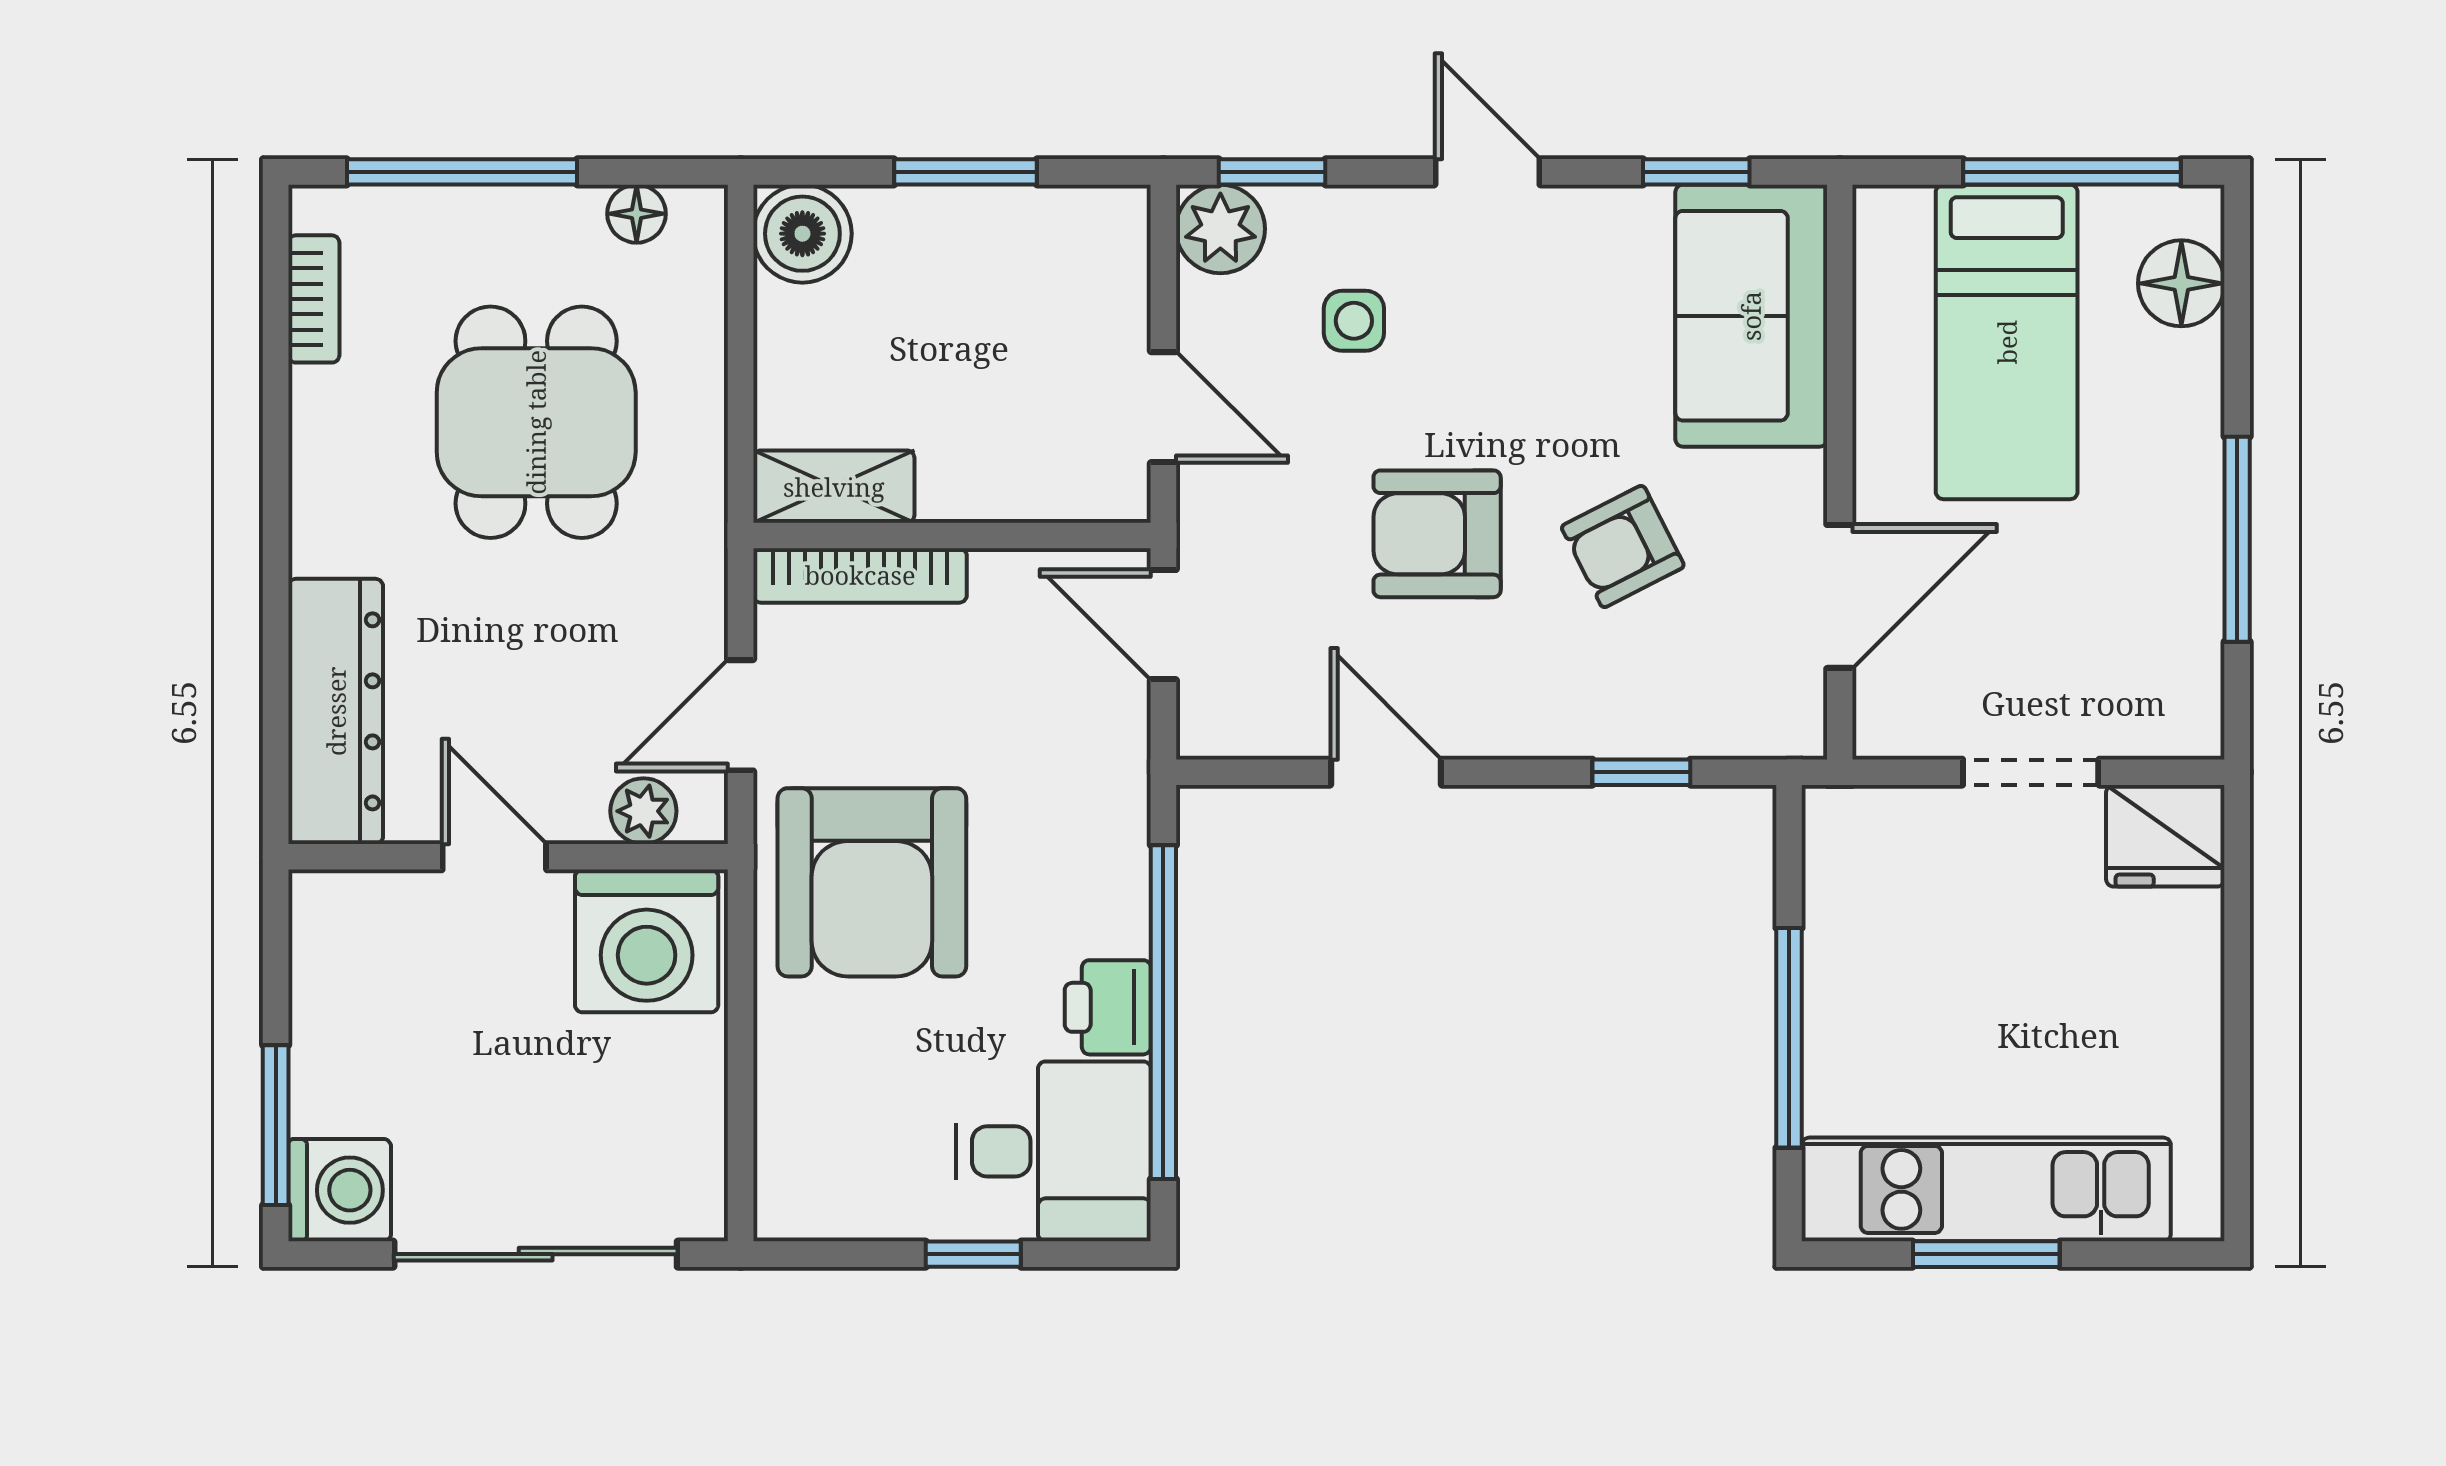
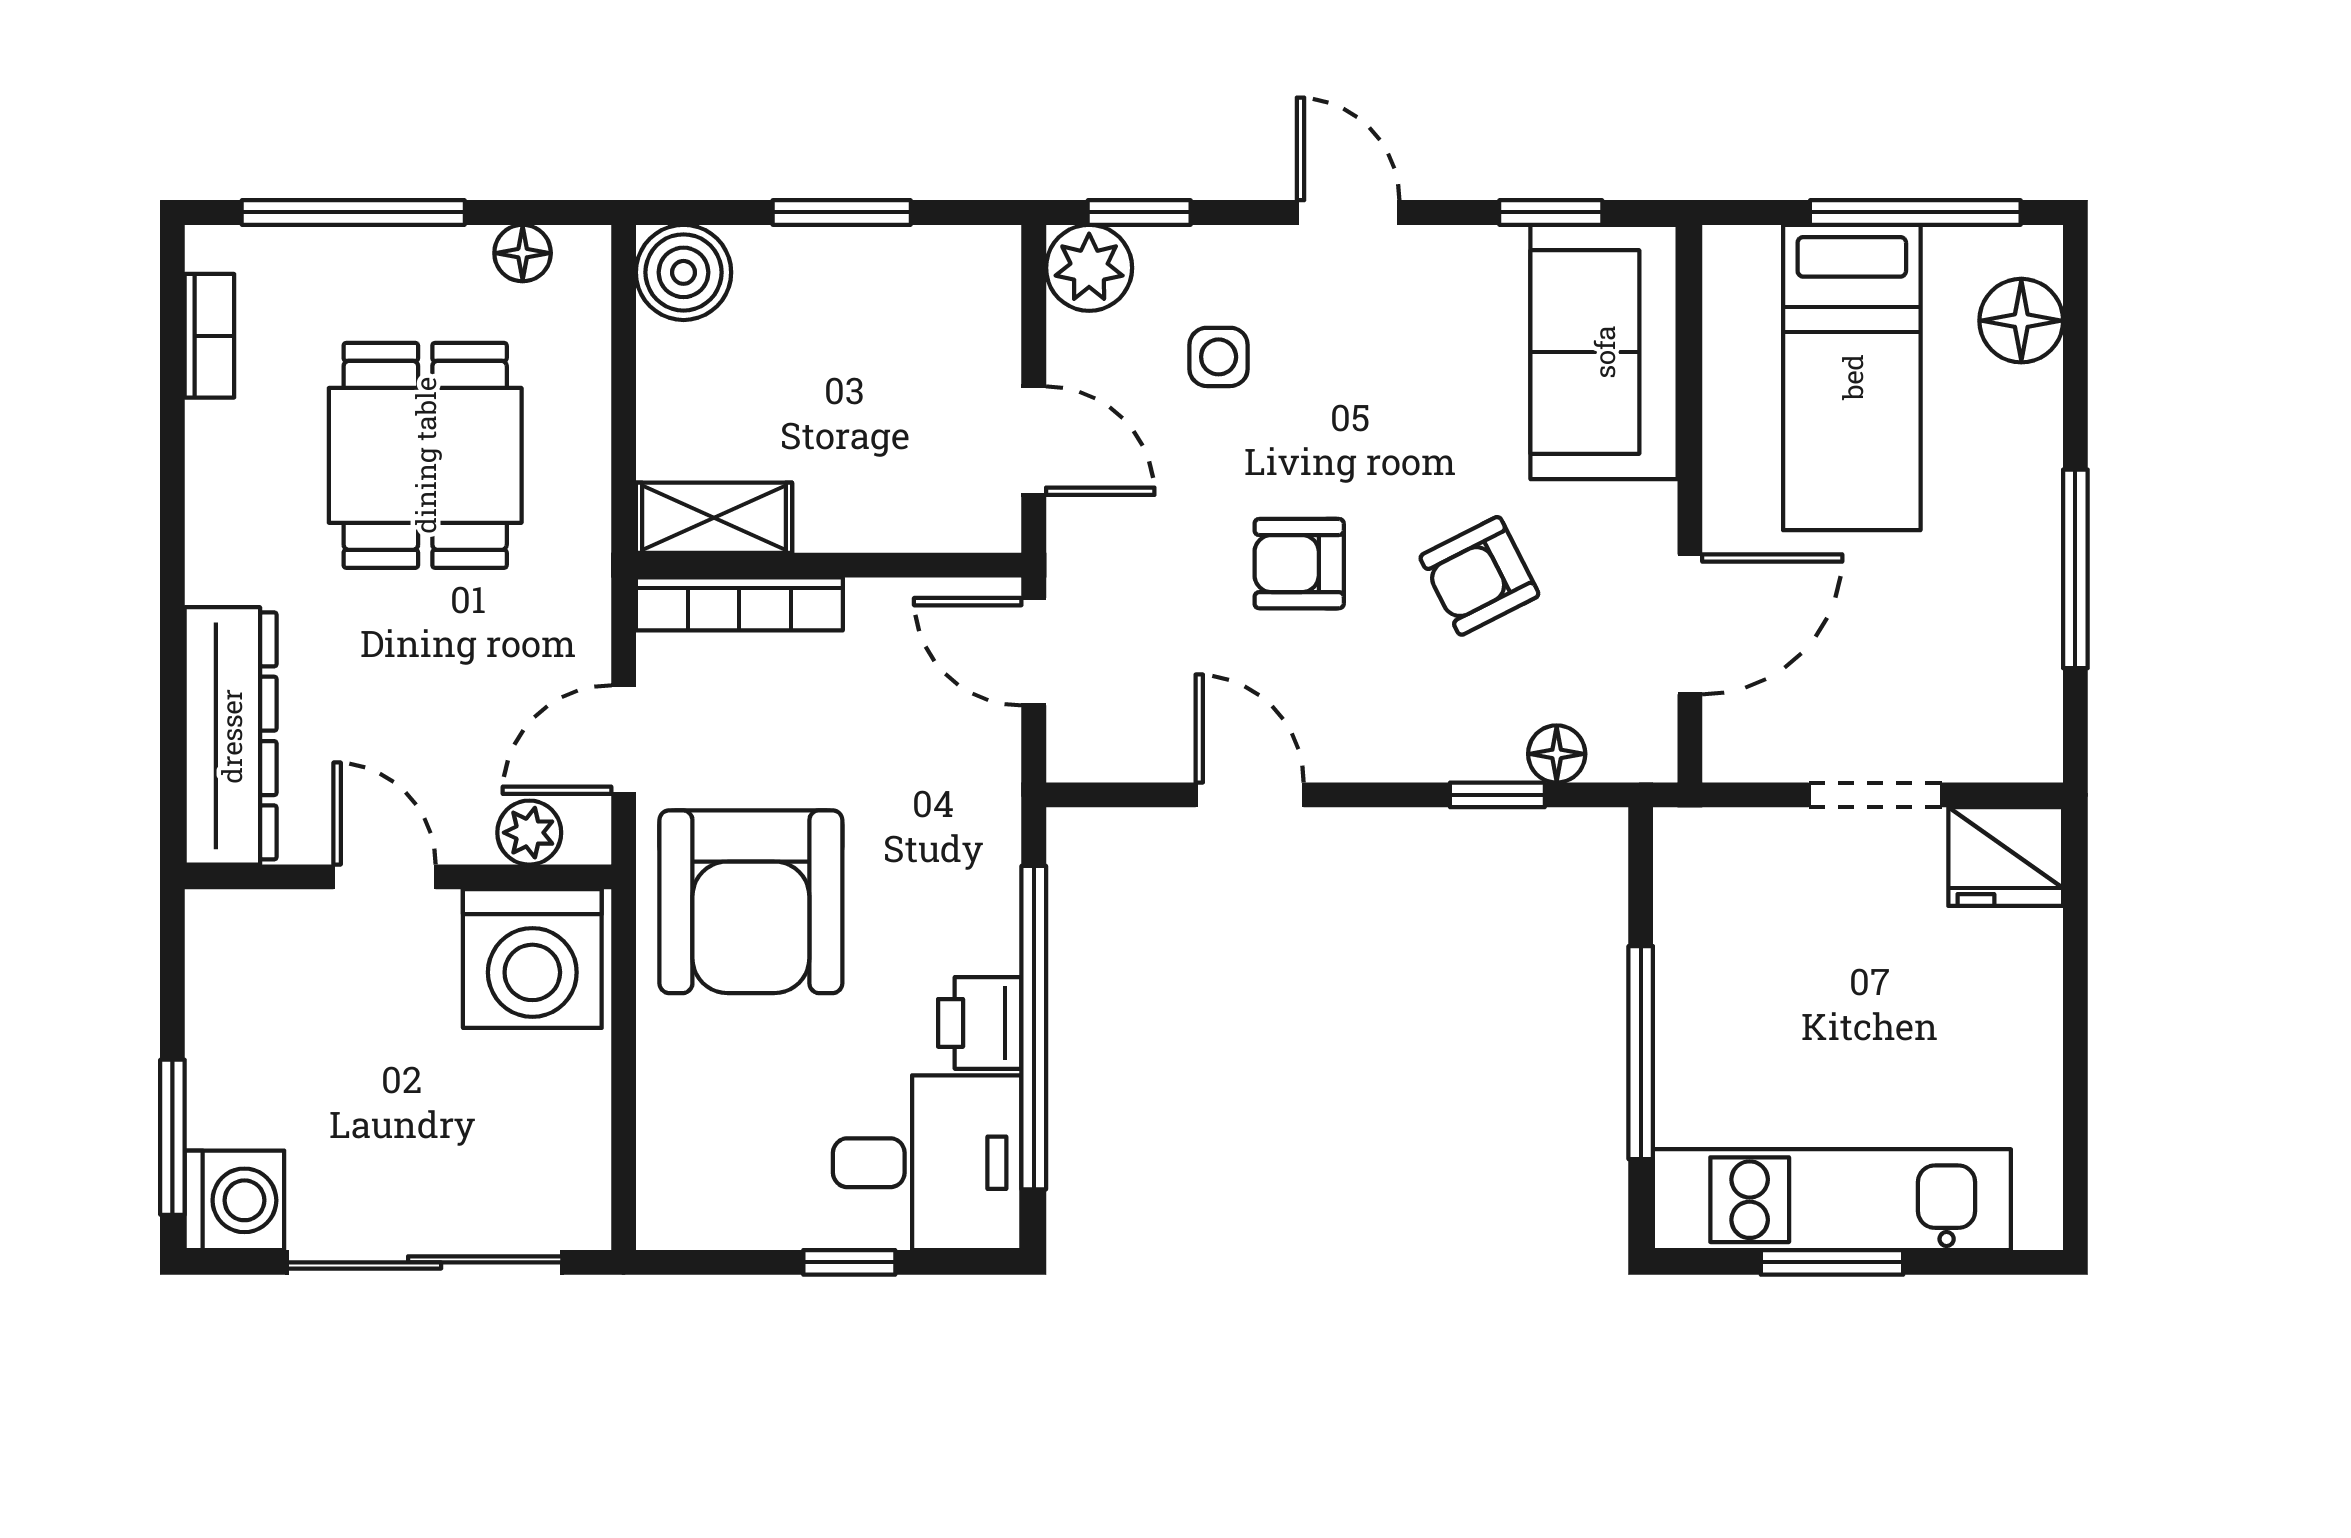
armchair: (1437, 534) -> (1299, 564), width x0.72, depth x0.72
floor lamp: (1702, 730) -> (1557, 754), added

